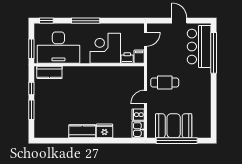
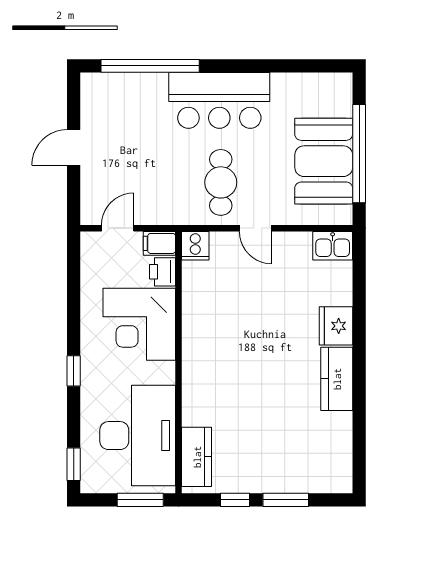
window: (86, 21) -> (74, 371), width x0.46
door: (145, 39) -> (118, 228), hinge flipped
bar counter: (199, 47) -> (219, 100), moved
cooker: (138, 115) -> (195, 246), moved

